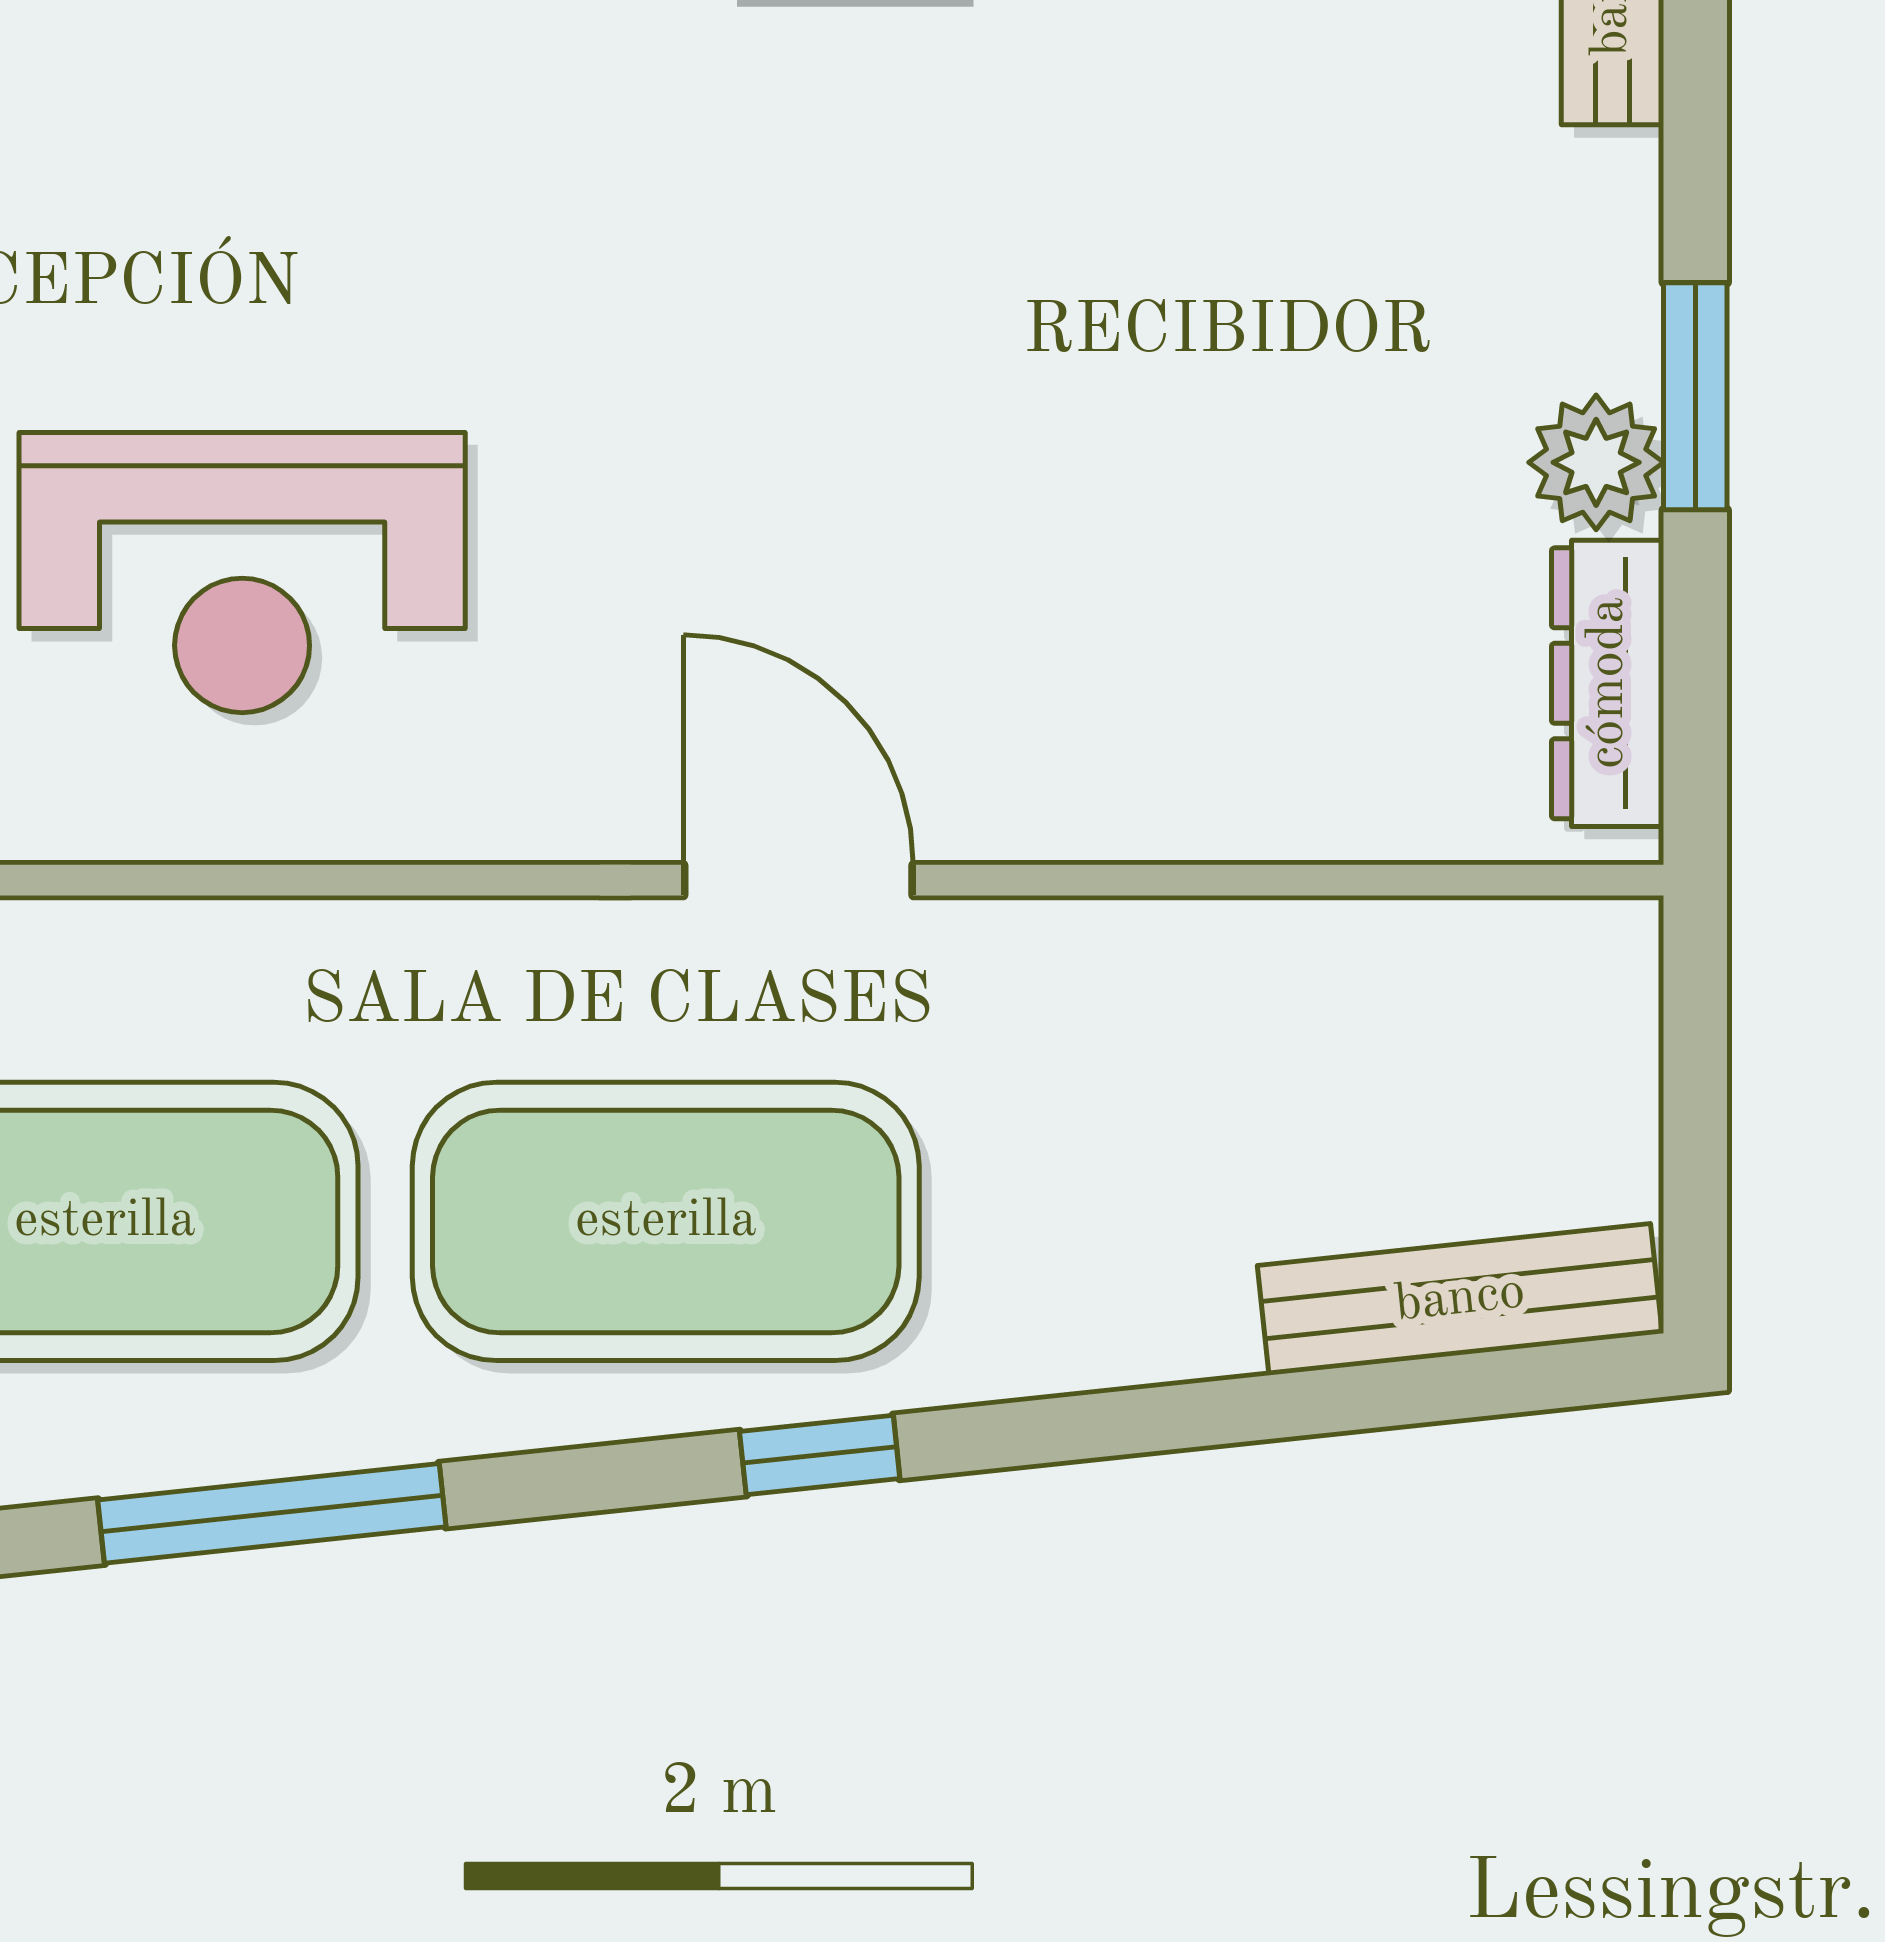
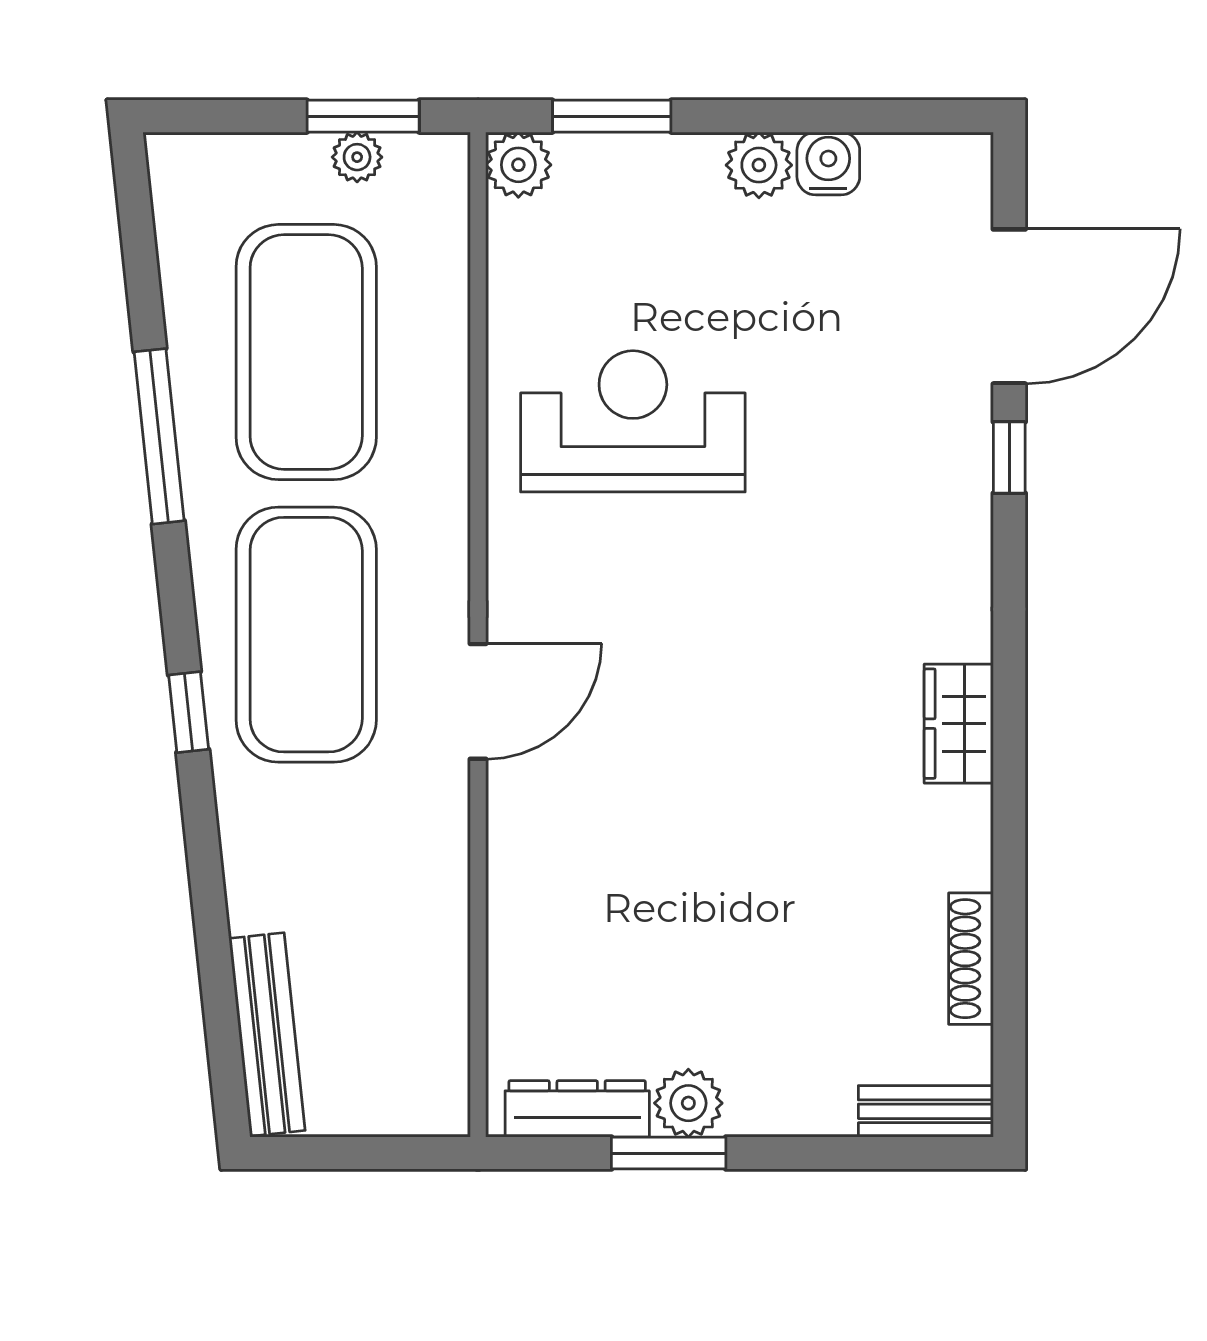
window: (1695, 396) -> (669, 1153), moved
reception desk: (242, 573) -> (633, 421), turned 90

